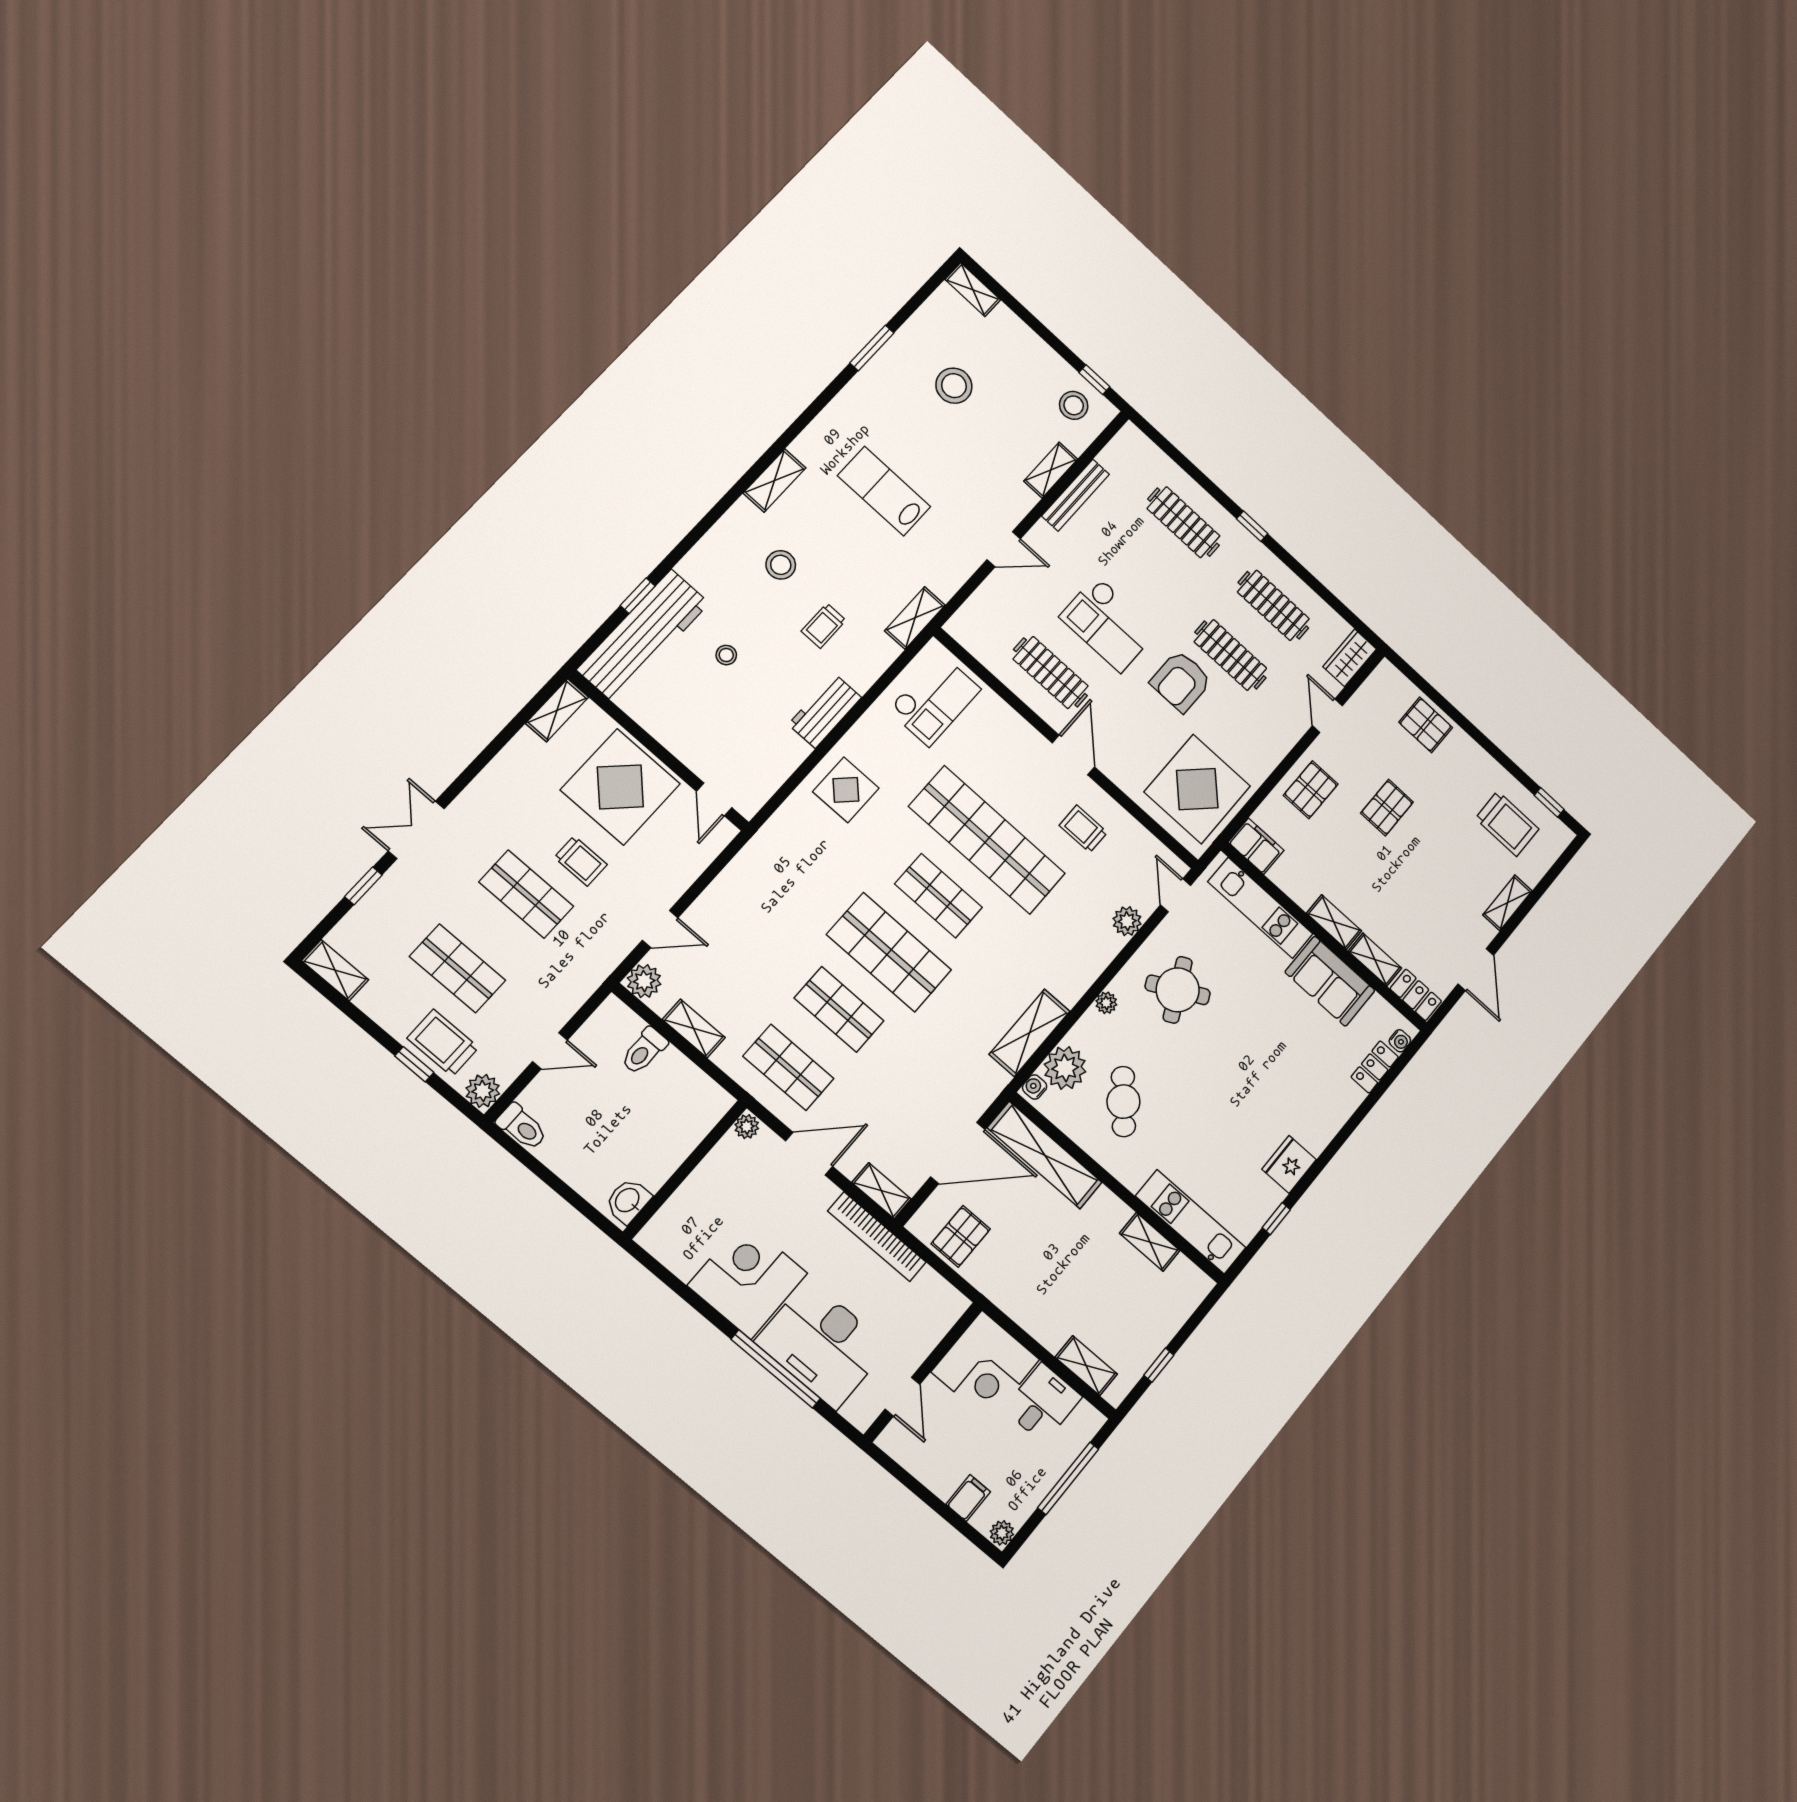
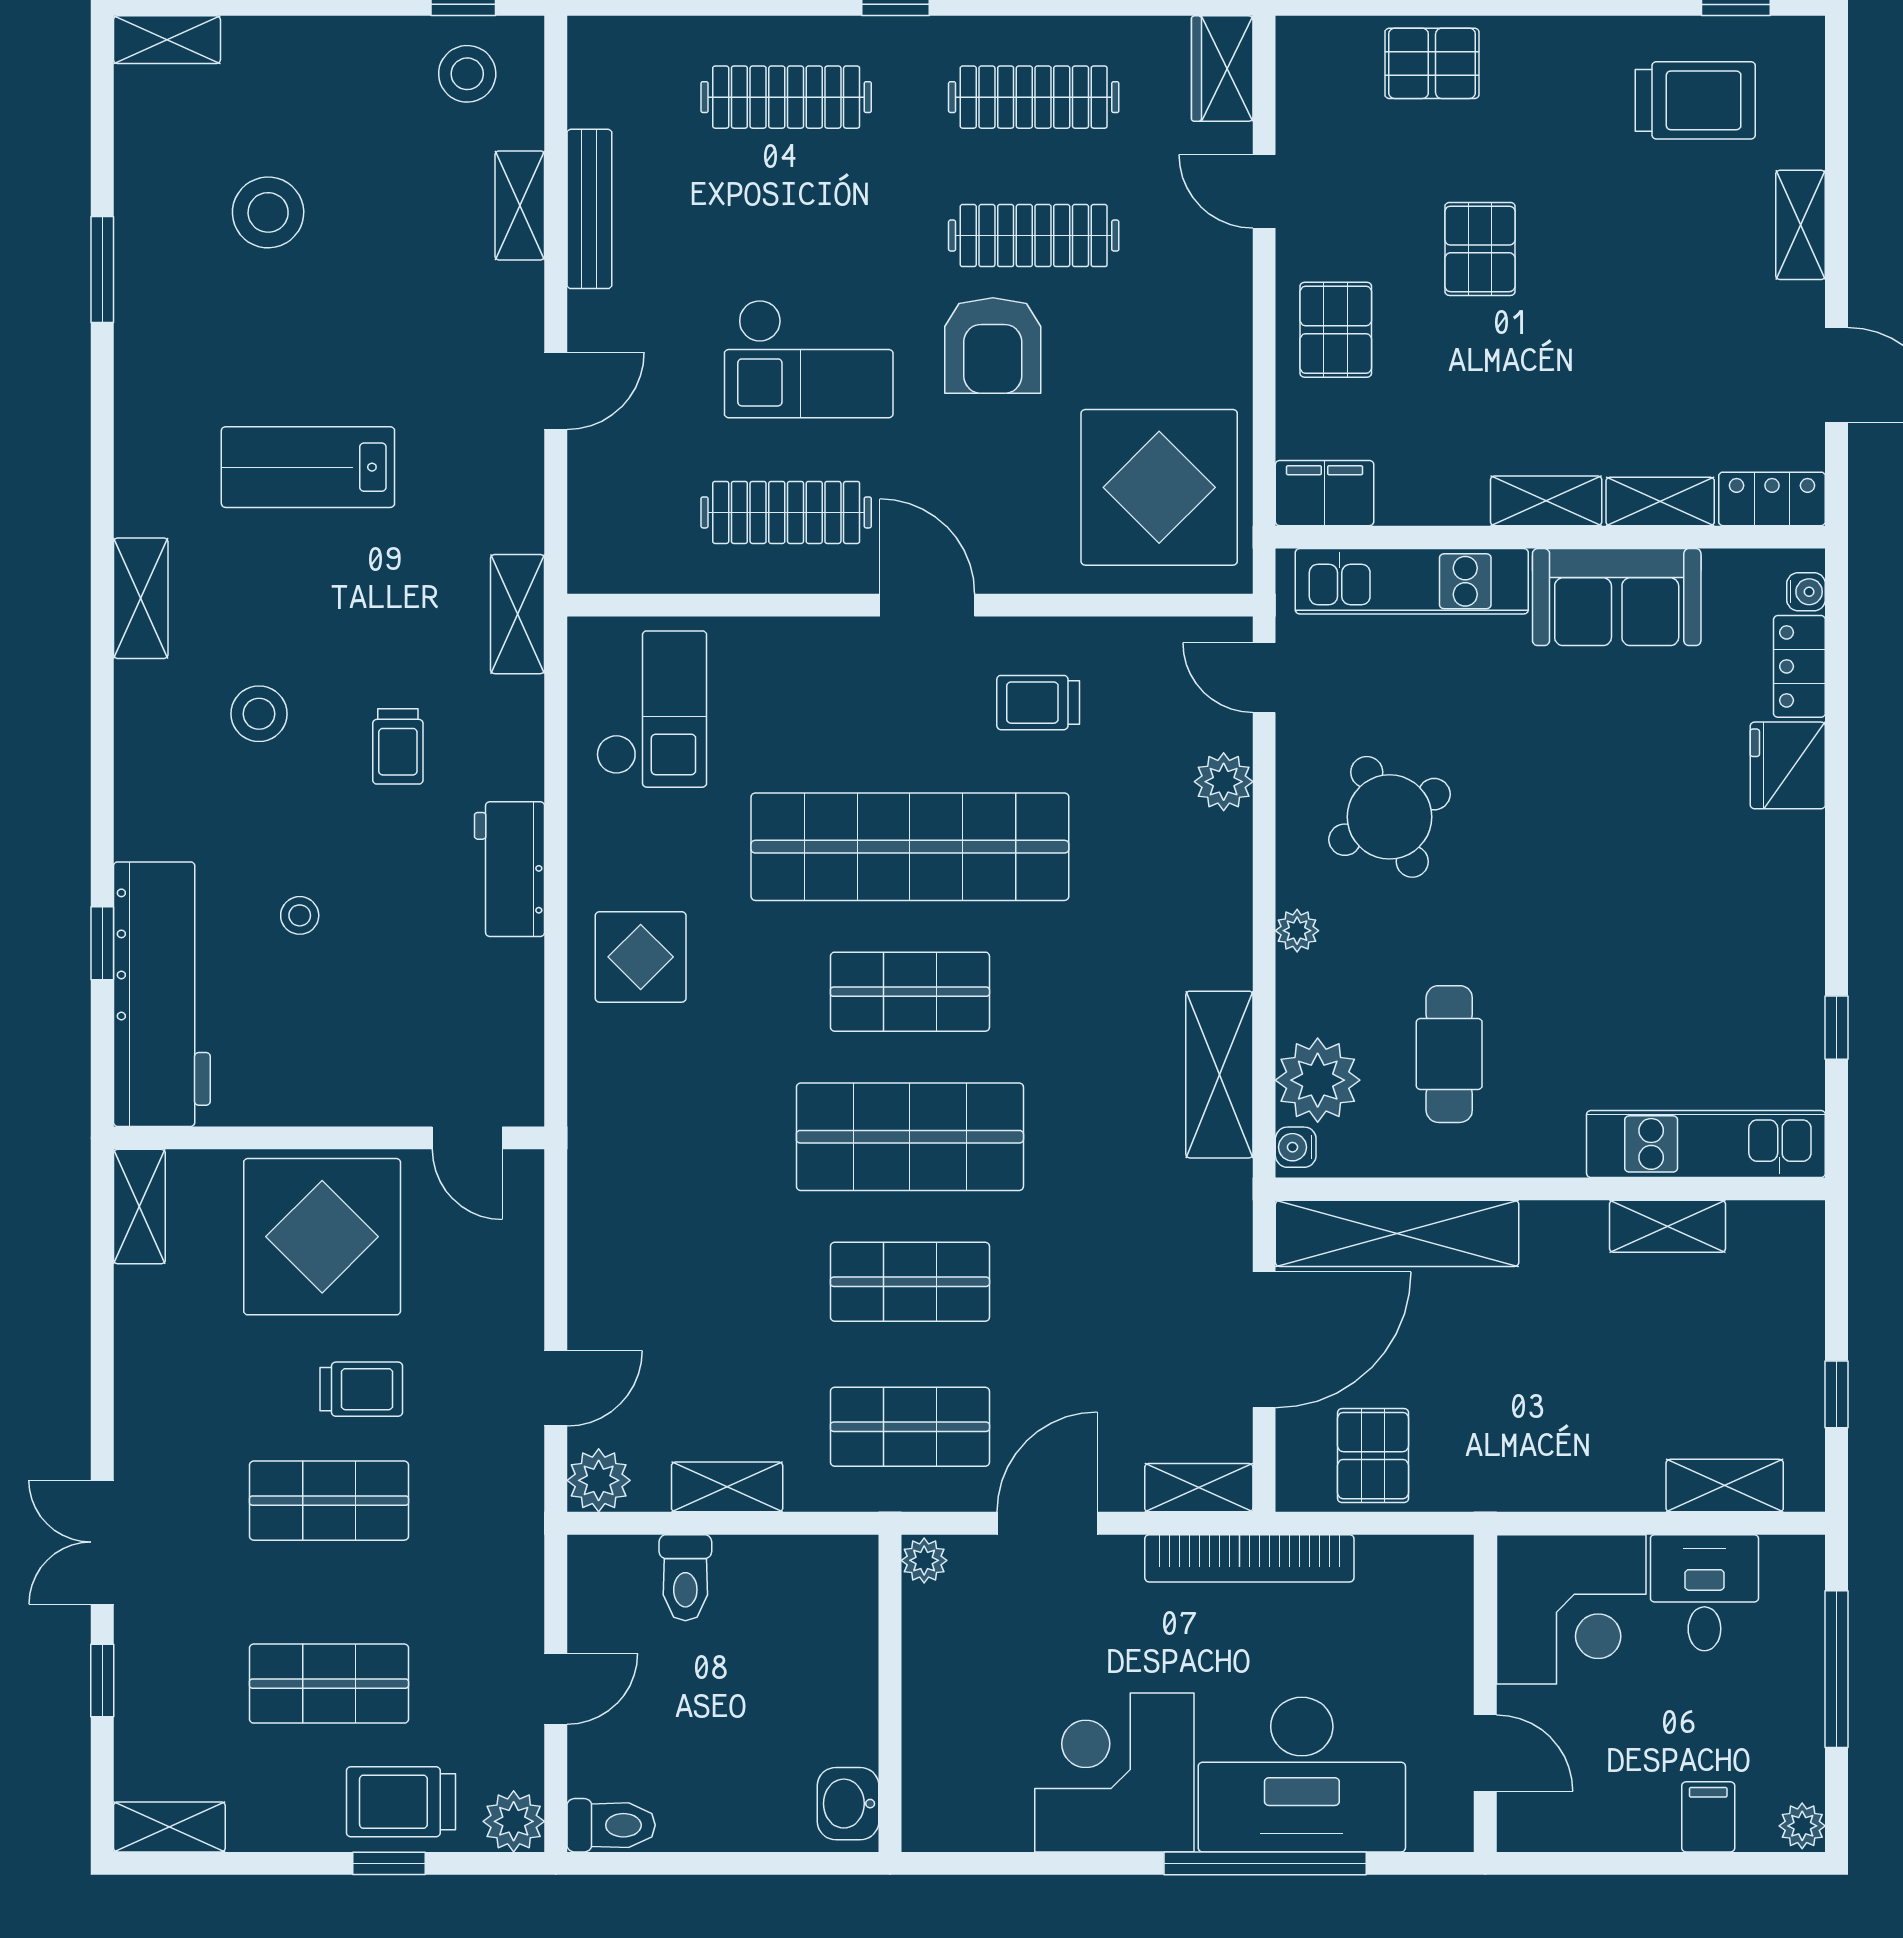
cafe table: (1123, 1102) -> (1449, 1054), turned 42
fridge: (1289, 1164) -> (1788, 765), moved

